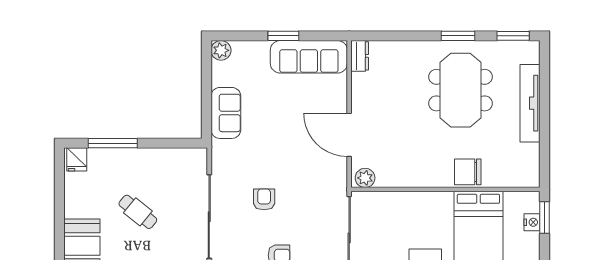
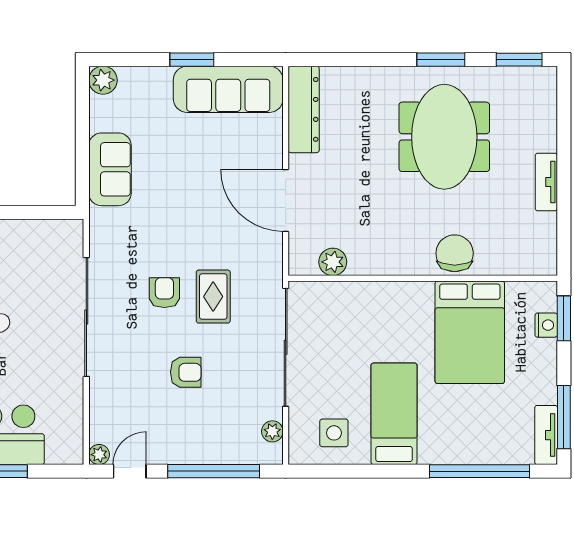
dresser: (360, 56) -> (304, 109), width x1.96, depth x1.24
tv unit: (530, 103) -> (546, 182), width x0.52, depth x0.78
chair: (468, 172) -> (455, 253), turned 90
plant: (365, 178) -> (333, 262), moved
rug: (298, 202) -> (213, 297), added

